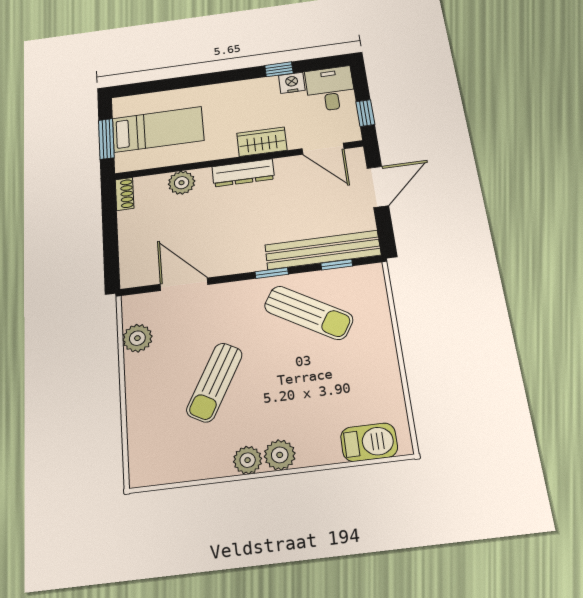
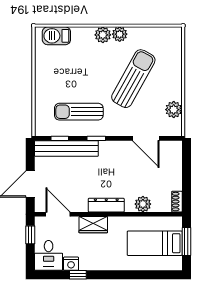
sun lounger: (309, 313) -> (79, 112), turned -31
sun lounger: (214, 382) -> (133, 79), width x1.36, depth x1.34

